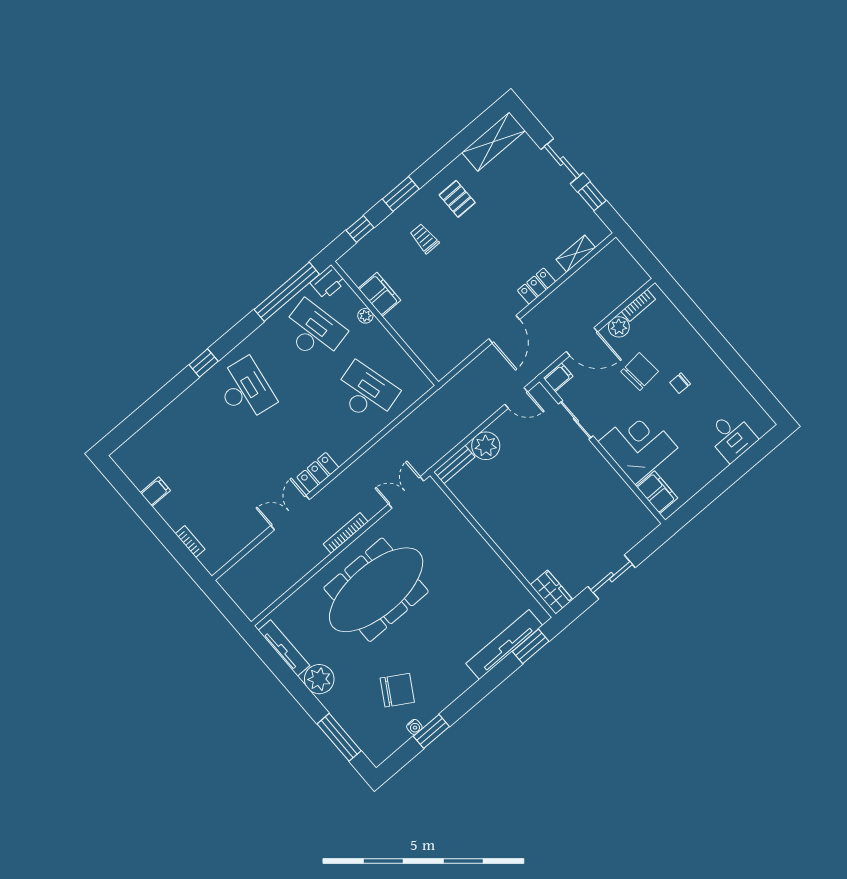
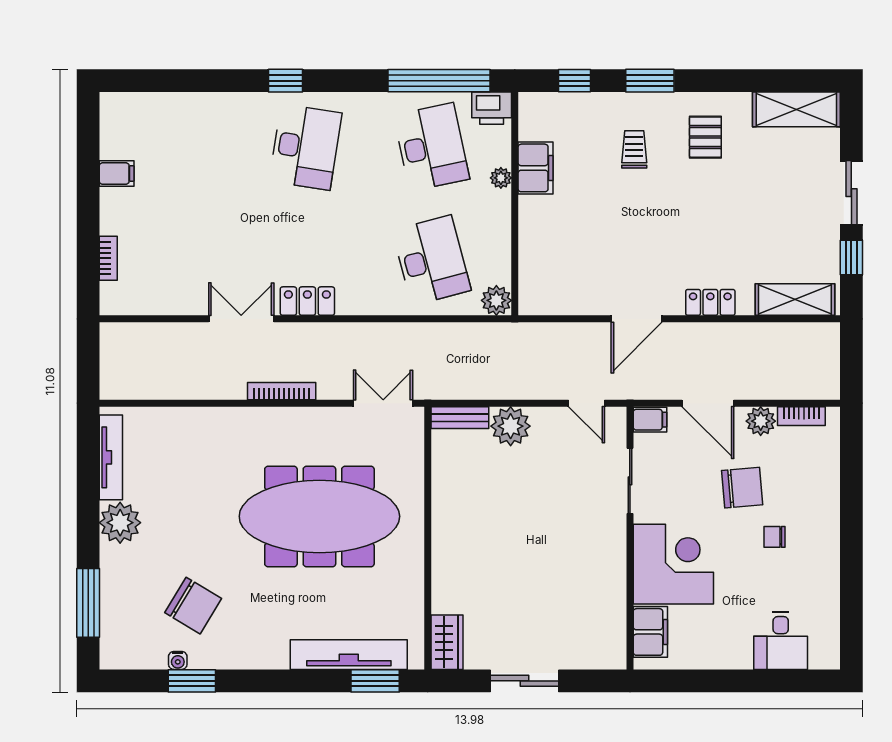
shelving: (576, 254) -> (795, 300), width x1.50, depth x1.33
plant: (420, 384) -> (496, 300), added
meeting table: (376, 590) -> (319, 516), moved

